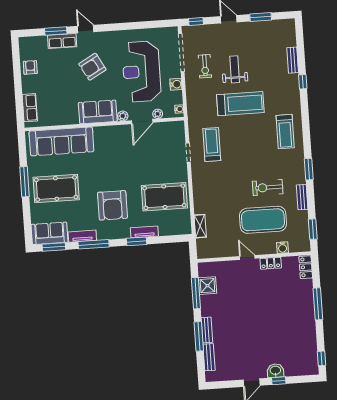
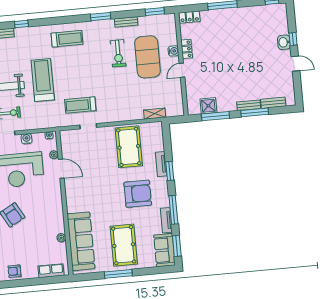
sofa: (98, 112) -> (53, 209), removed
plant: (123, 116) -> (61, 238), moved
water cooler: (282, 248) -> (173, 51), moved

